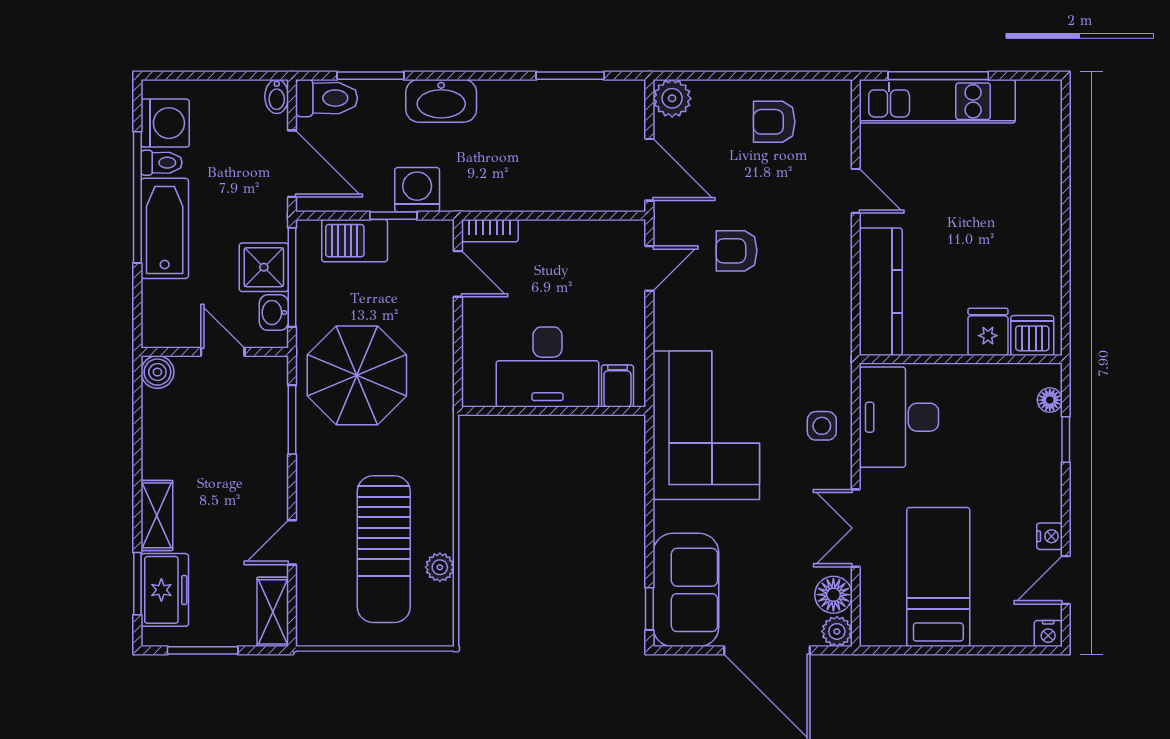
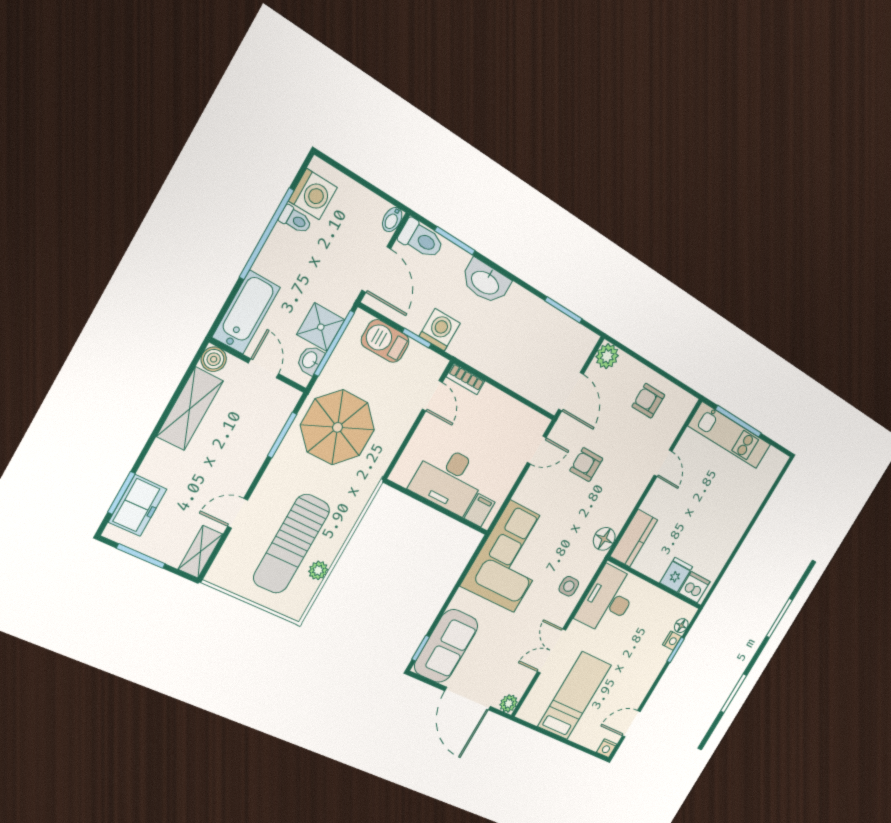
bathtub: (165, 228) -> (246, 312), moved
kitchen counter: (881, 292) -> (634, 538), width x0.67
shelving: (157, 515) -> (190, 409), moved, width x1.50, depth x1.33
nightstand: (1049, 536) -> (672, 641), moved
floor lamp: (833, 595) -> (604, 539), moved

